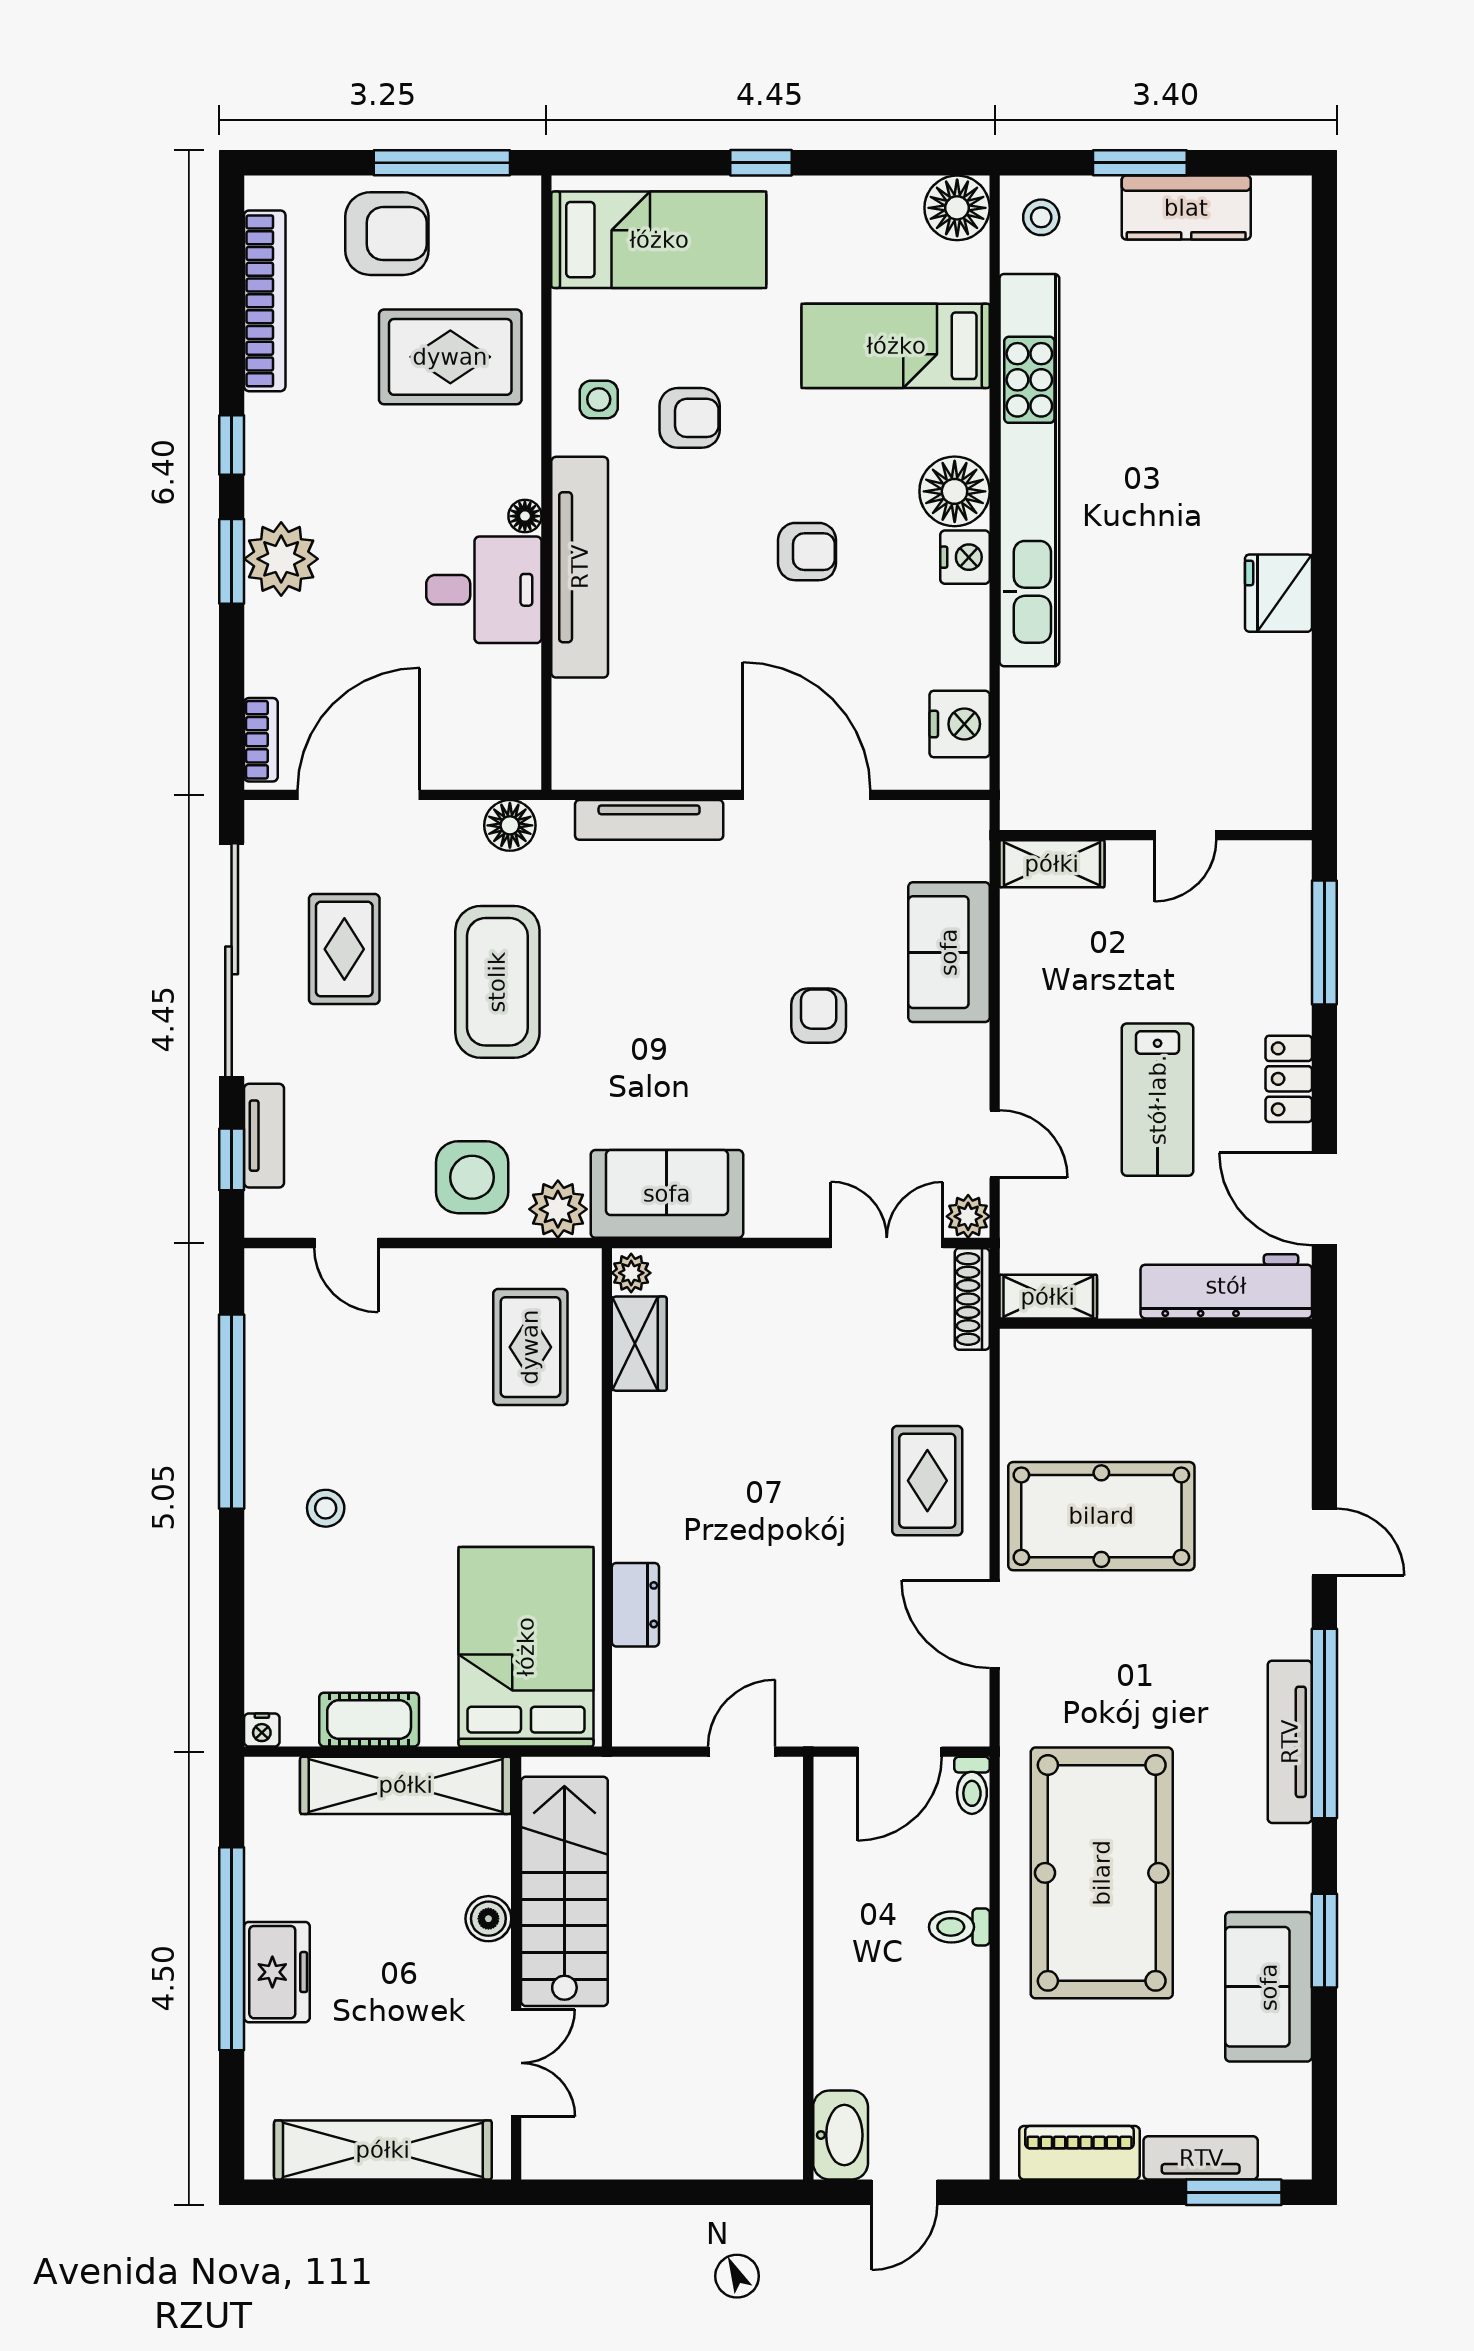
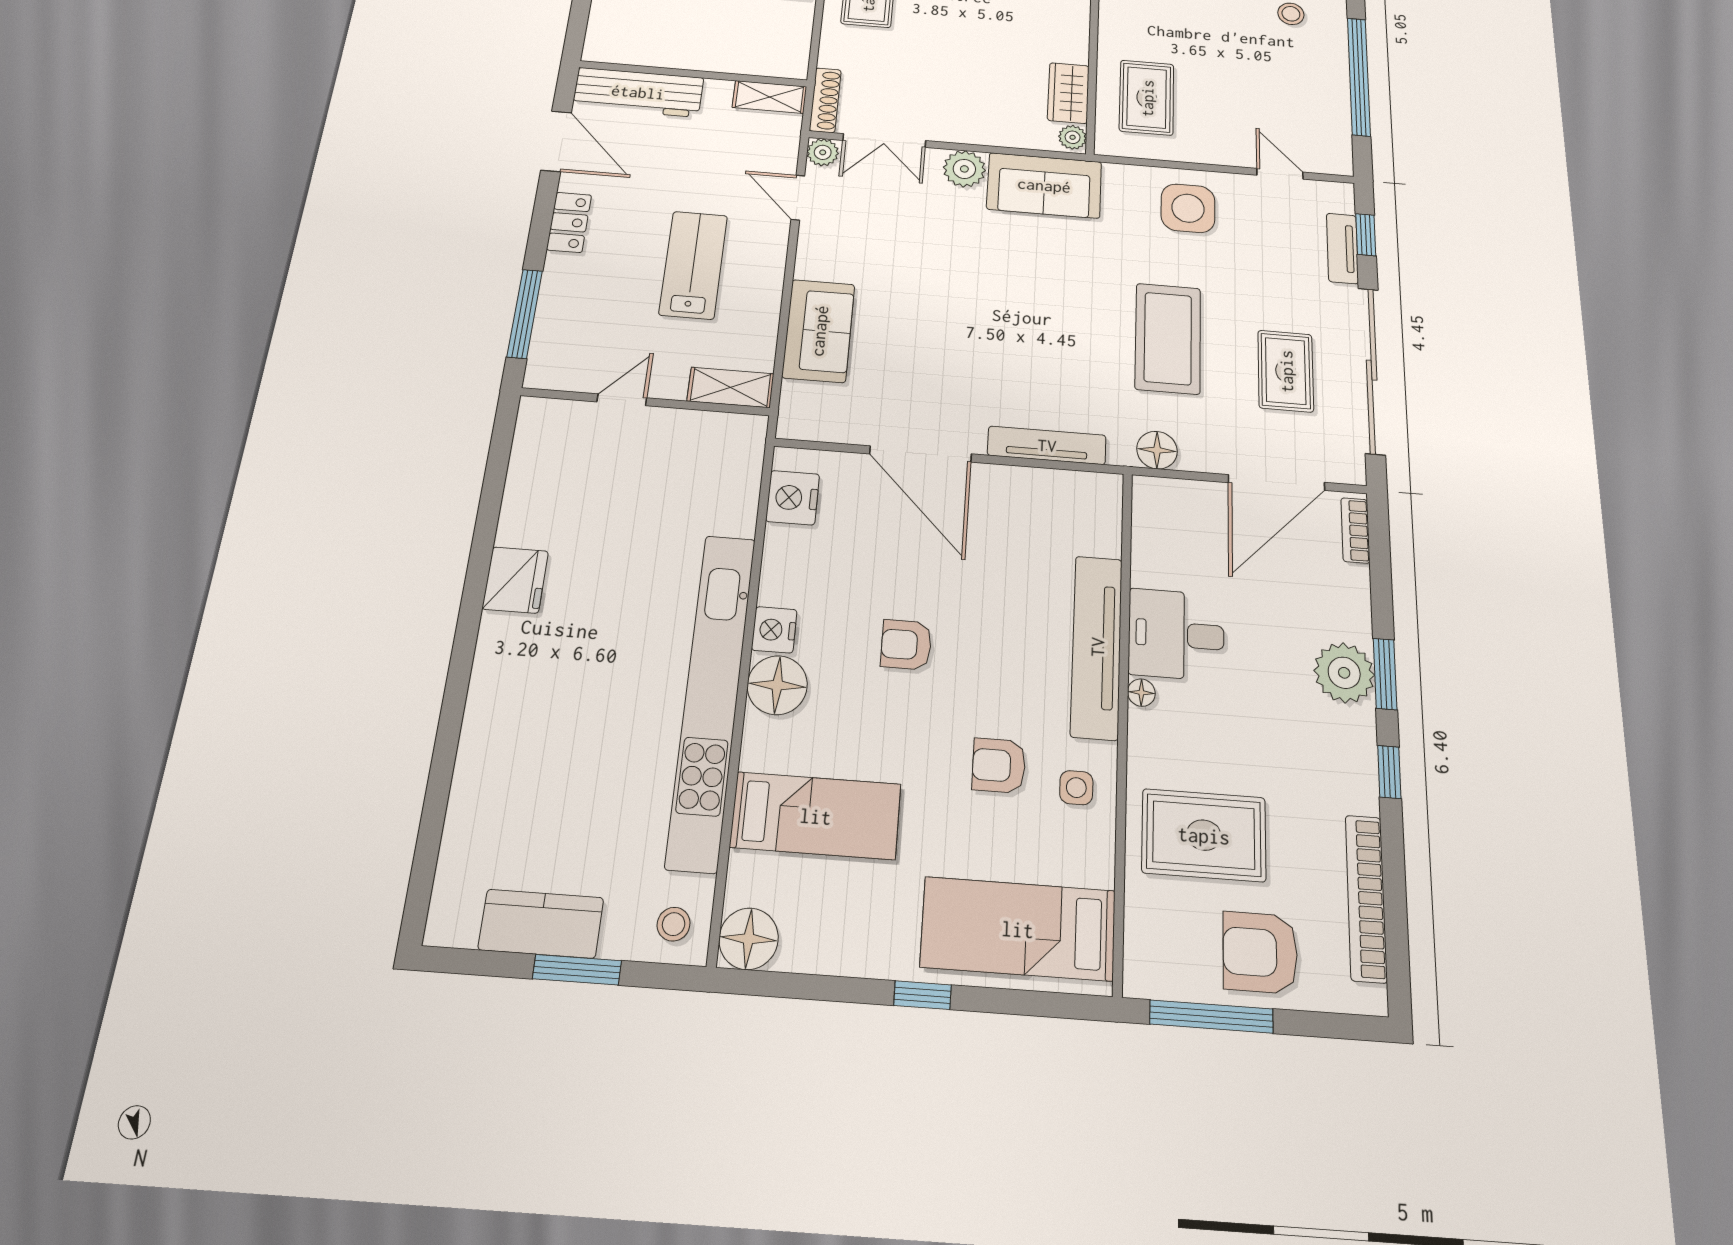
armchair: (819, 1016) -> (923, 295), removed
lab bench: (1158, 1100) -> (693, 265), moved
plant: (558, 1209) -> (964, 169), moved

